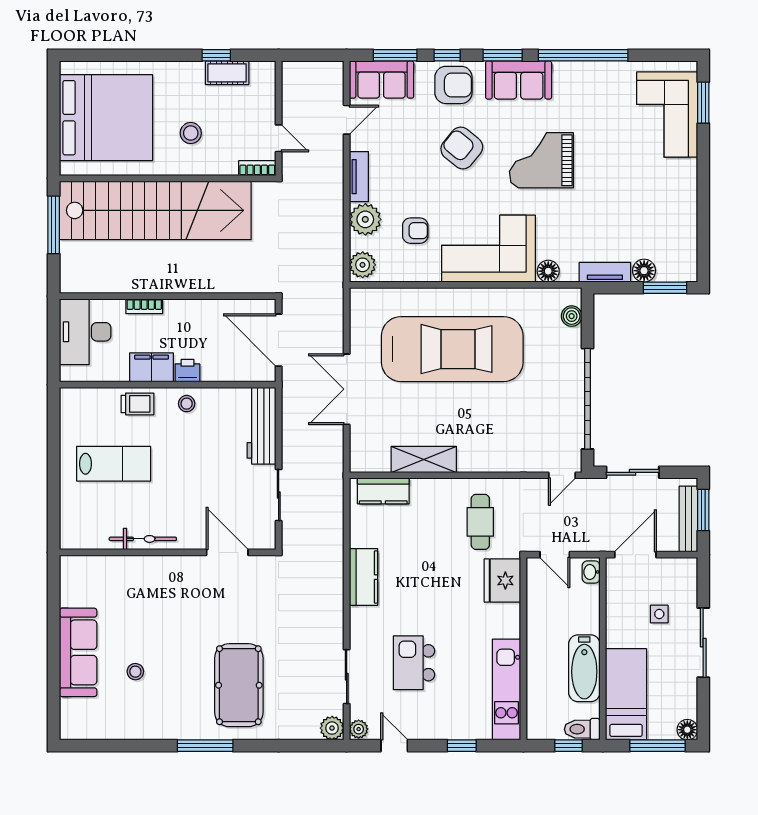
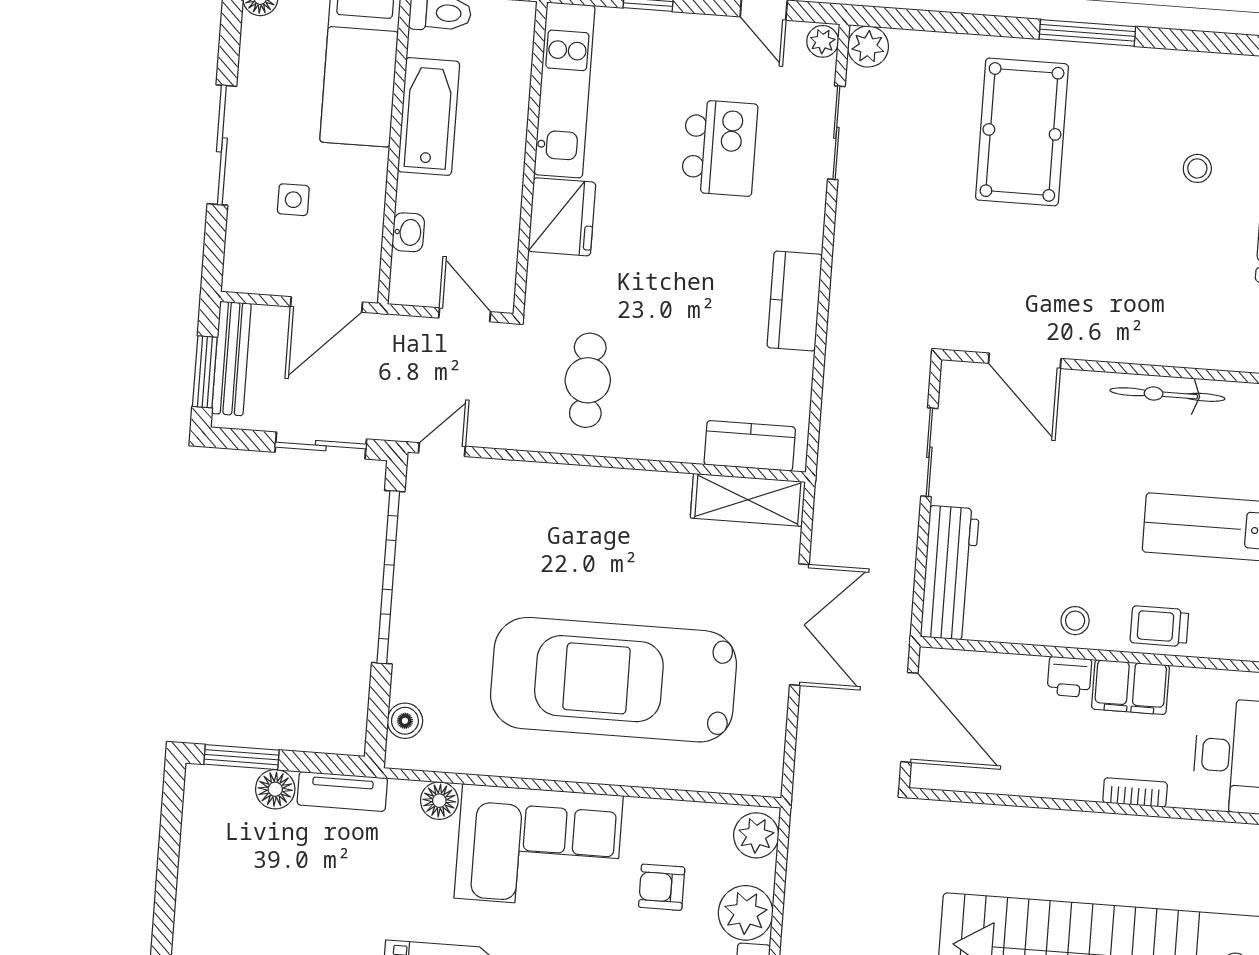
shelving: (424, 459) -> (748, 500), moved
washbasin: (591, 572) -> (408, 232), moved
fridge: (502, 580) -> (562, 217), moved

